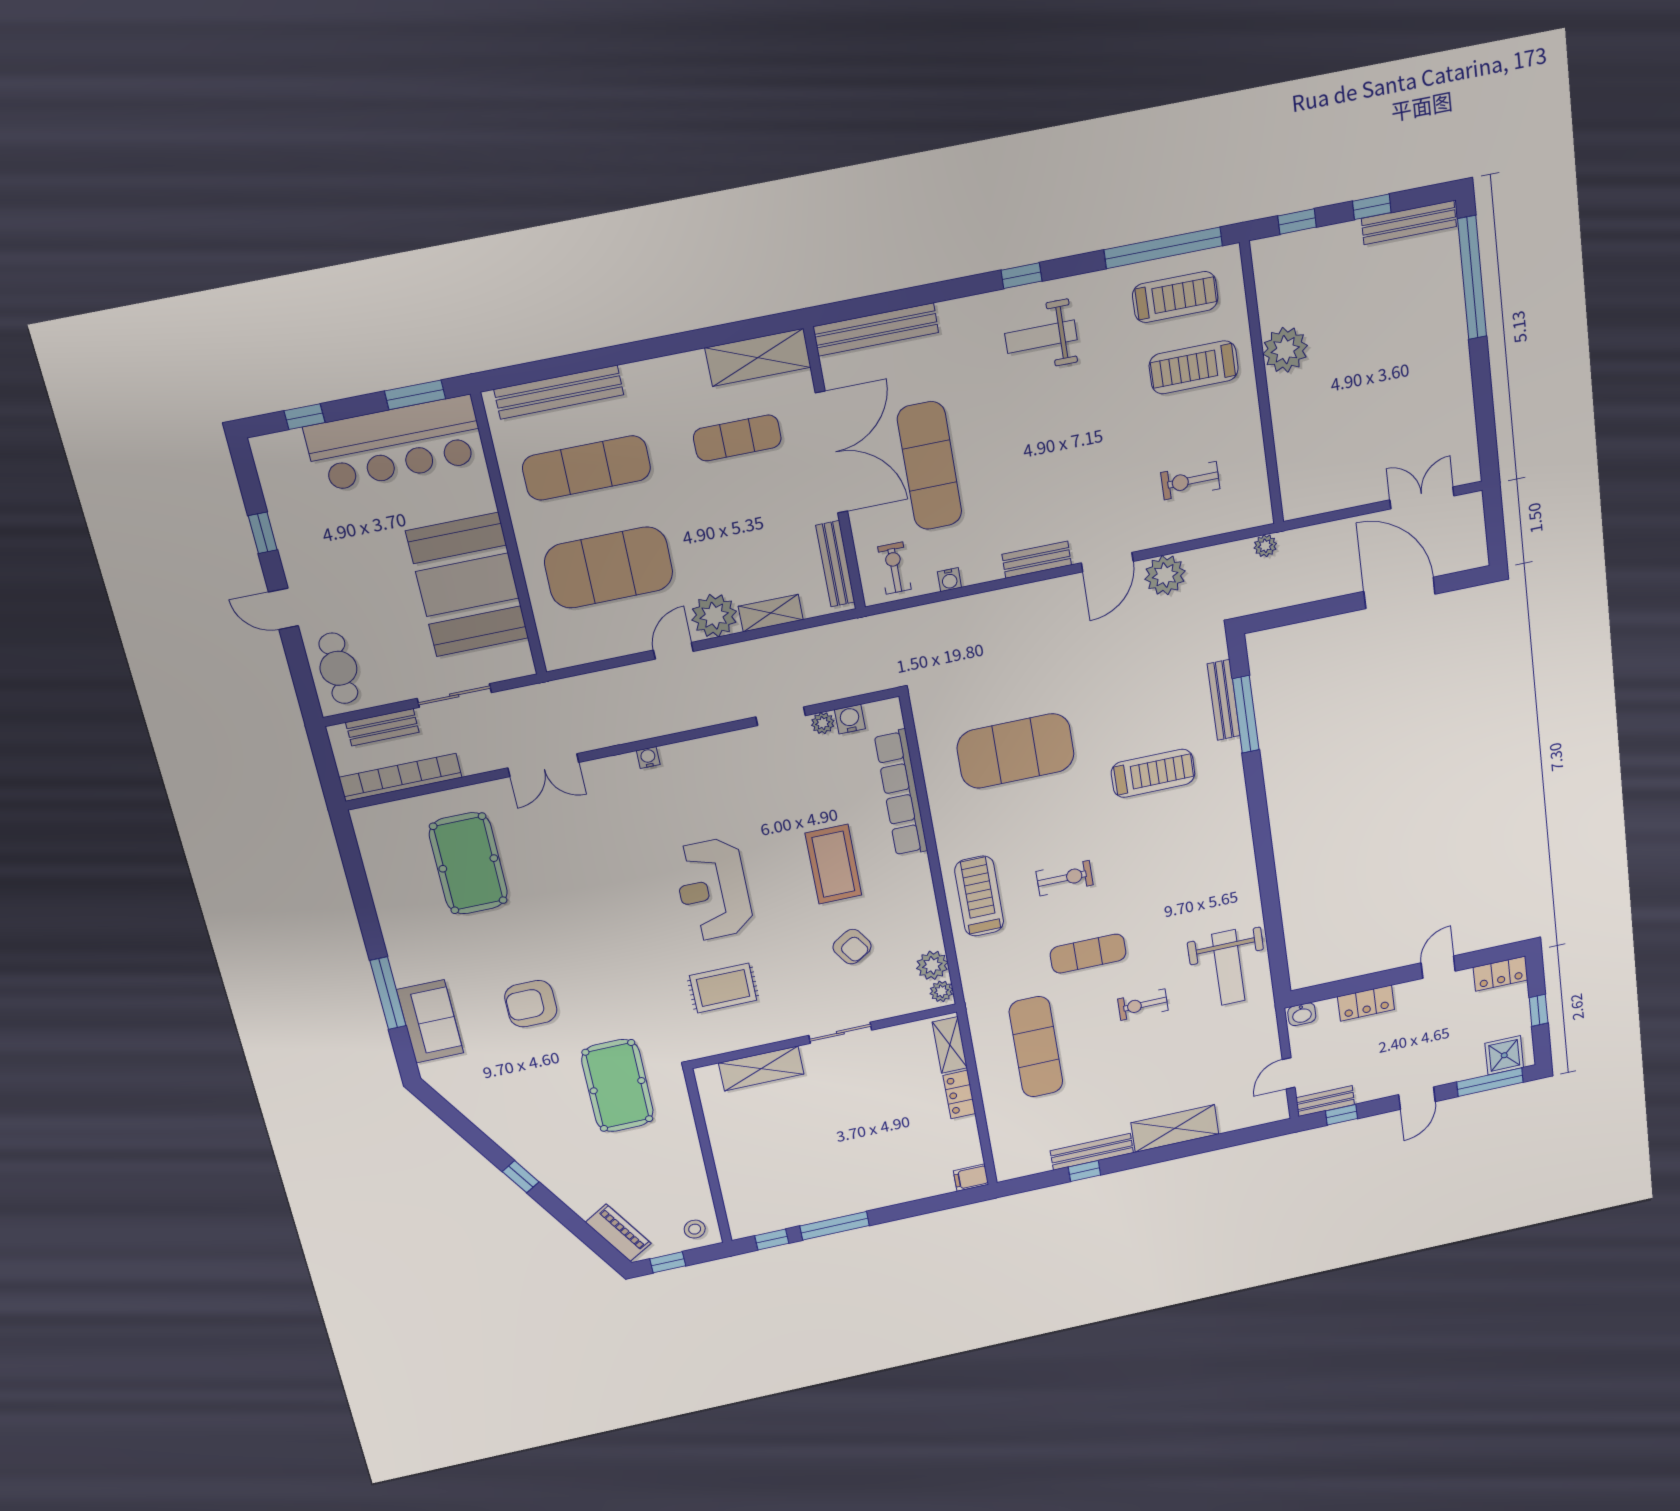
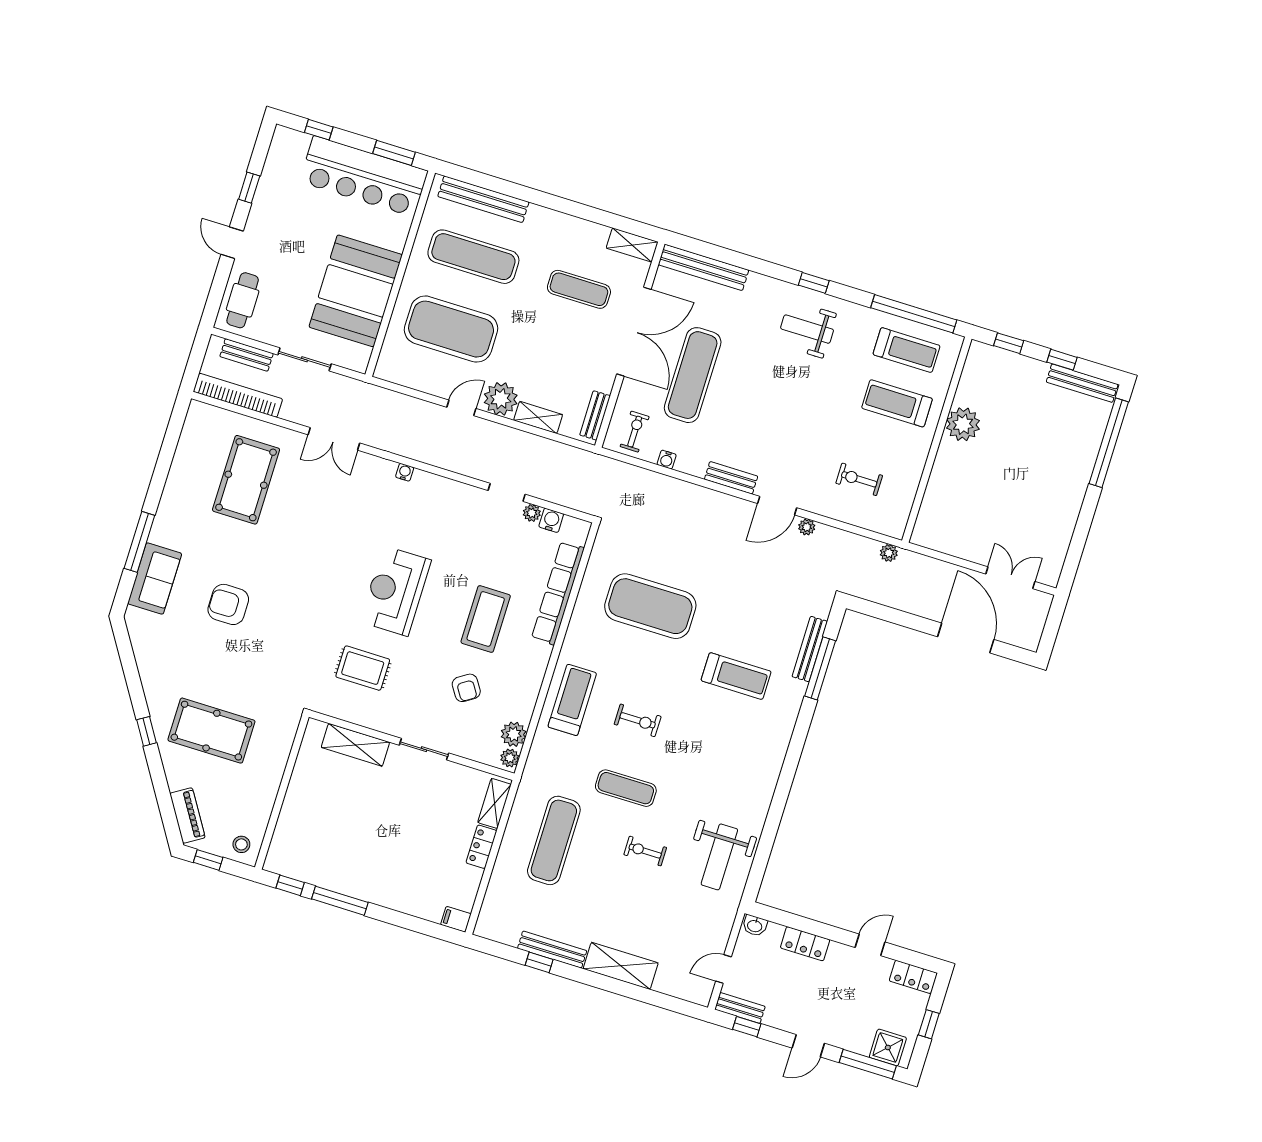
shelving: (758, 357) -> (632, 245), width x0.67, depth x0.75
bench: (835, 564) -> (595, 415), width x0.73
plant: (1165, 575) -> (807, 527), width x0.53, depth x0.53
pool table: (617, 1086) -> (211, 731), moved, turned 90

